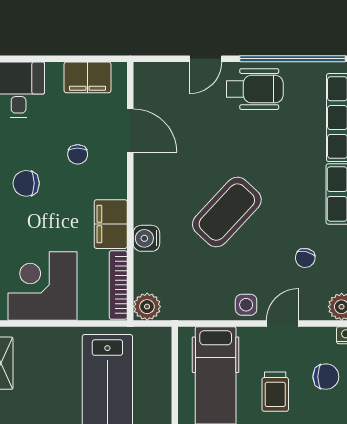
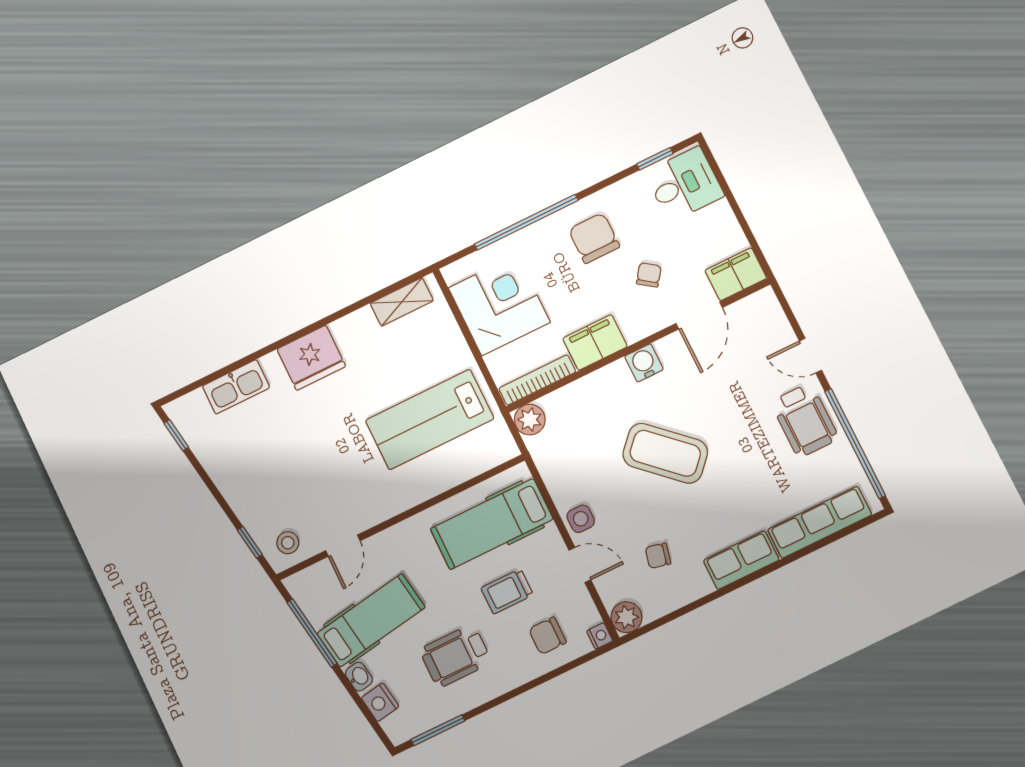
filing cabinet: (88, 77) -> (736, 274), moved, turned 90
chair: (78, 154) -> (649, 275), turned 126
chair: (26, 183) -> (594, 238), width x1.37, depth x1.37
water cooler: (146, 238) -> (644, 363), moved
chair: (326, 377) -> (547, 636), turned 90

